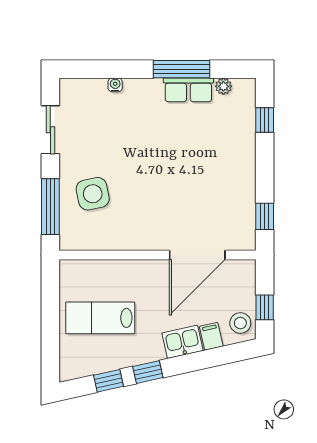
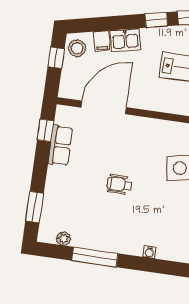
row of seats: (188, 90) -> (60, 145), moved, turned 90
window: (265, 120) -> (35, 207), width x1.50
wheelchair: (164, 163) -> (120, 184), added

